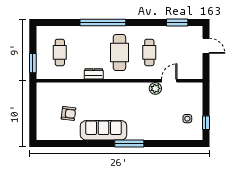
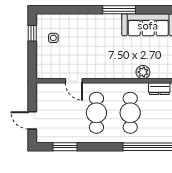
cafe table: (149, 52) -> (96, 113), width x1.37, depth x1.35
door: (169, 81) -> (74, 81), hinge flipped
plant: (155, 88) -> (143, 72), moved

